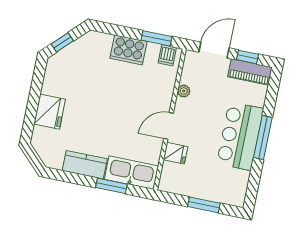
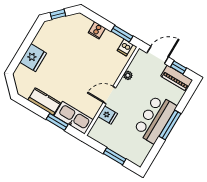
cooker: (128, 50) -> (97, 30), width x0.53, depth x0.76

